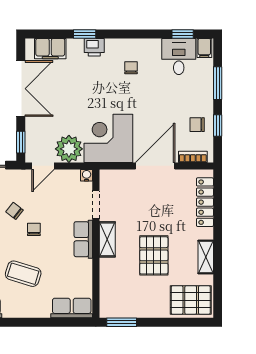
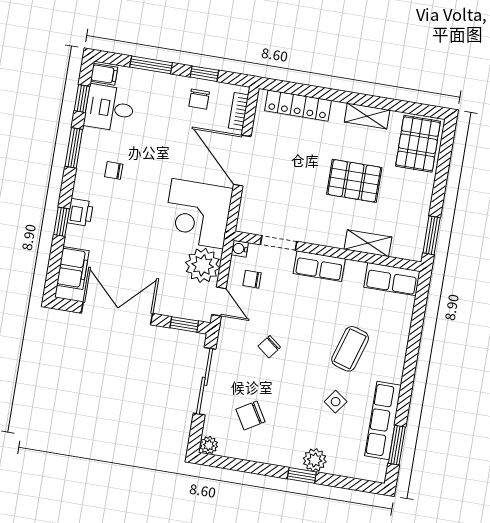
window: (143, 34) -> (74, 148), added
chair: (34, 229) -> (252, 279), moved
shelving: (107, 239) -> (368, 243), moved
row of seats: (72, 308) -> (392, 279), moved, turned -90

